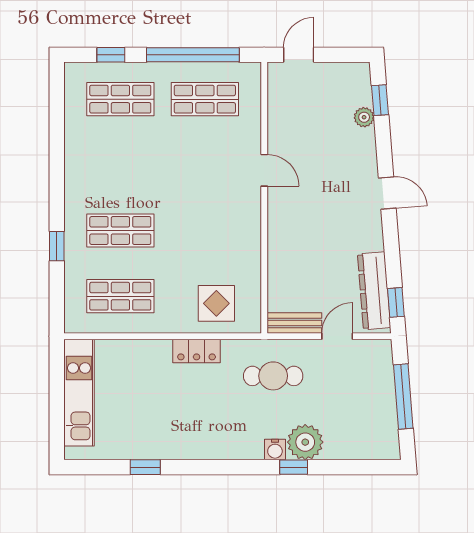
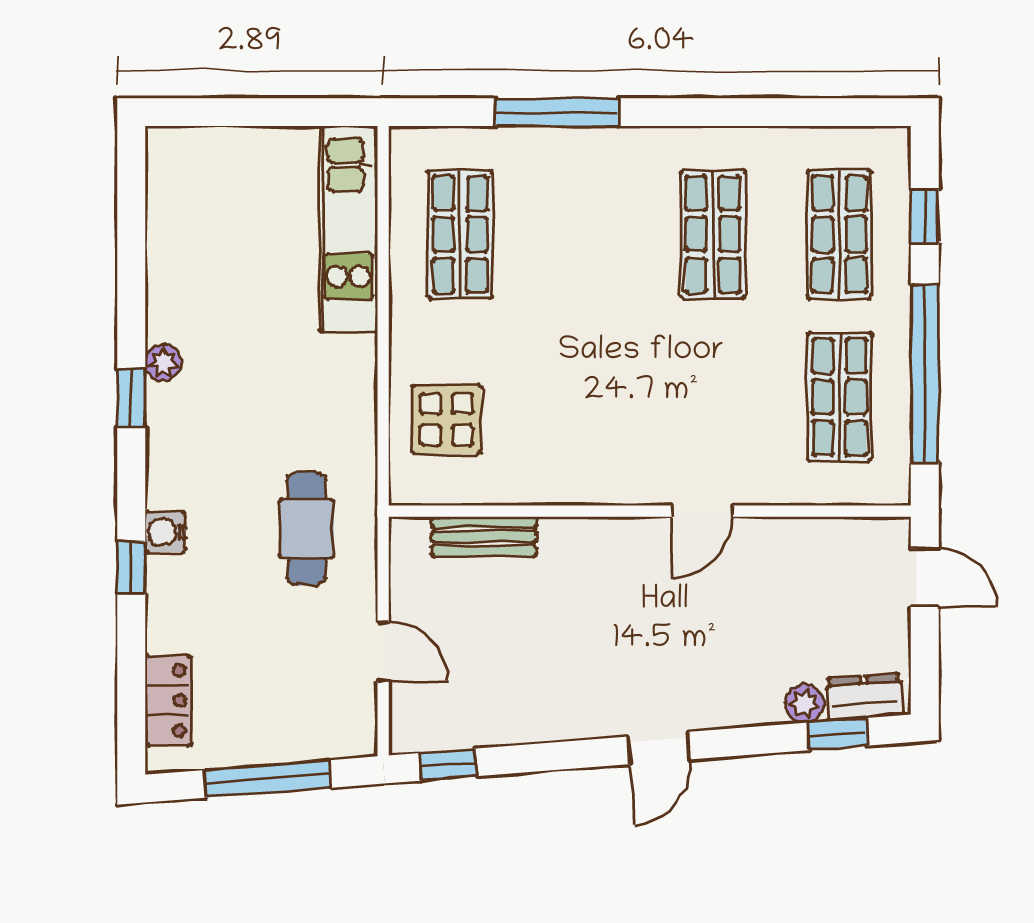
shop shelf: (120, 231) -> (713, 234), moved
window: (57, 246) -> (557, 112), width x2.17
dresser: (374, 291) -> (865, 697), moved, width x0.51, depth x0.80
bench: (294, 323) -> (484, 537), moved, turned 90
locker: (197, 351) -> (168, 700), moved, turned 180
kitchen unit: (79, 393) -> (349, 229), moved, turned 90
plant: (305, 442) -> (163, 363), moved, width x0.53, depth x0.53
window: (145, 467) -> (131, 398), moved

